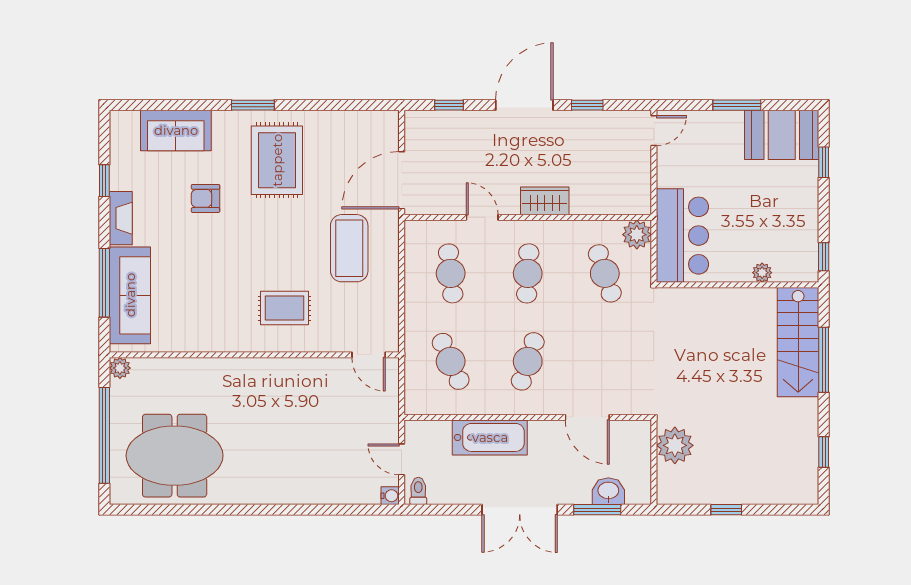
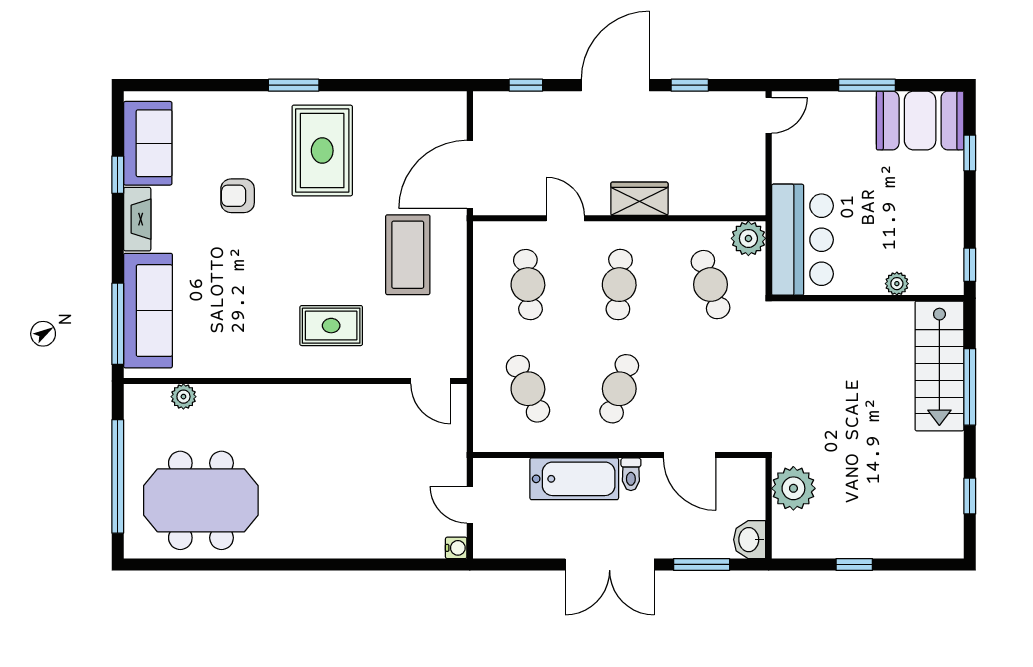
sofa: (176, 130) -> (148, 143), moved, turned -90
window: (104, 283) -> (118, 324), moved
plant: (120, 368) -> (183, 397), moved
toilet: (418, 491) -> (631, 474), moved, turned 180
washbasin: (608, 491) -> (750, 540), moved, turned -90

